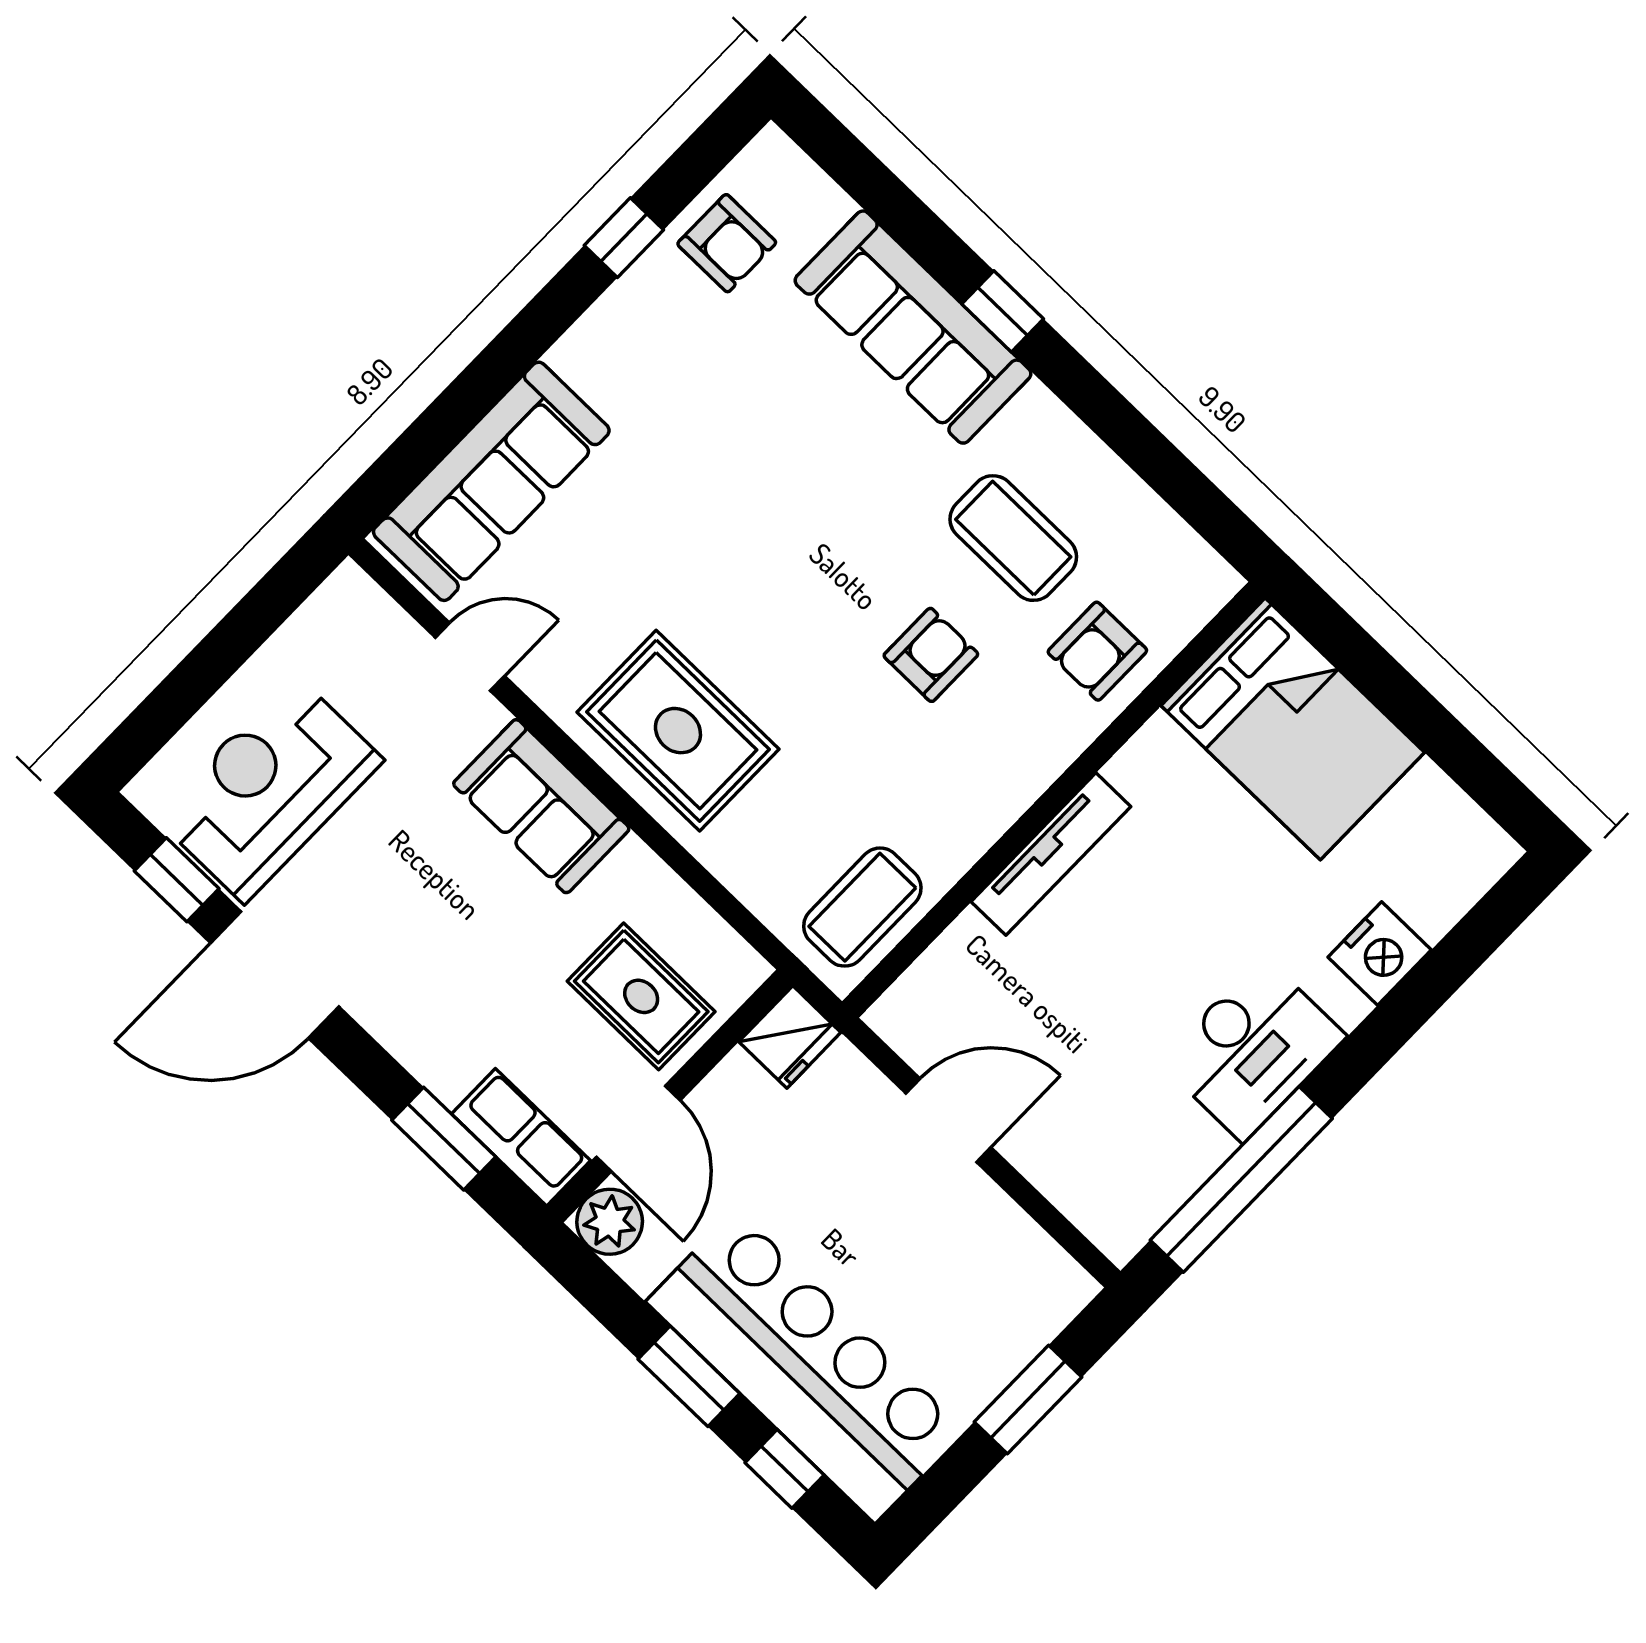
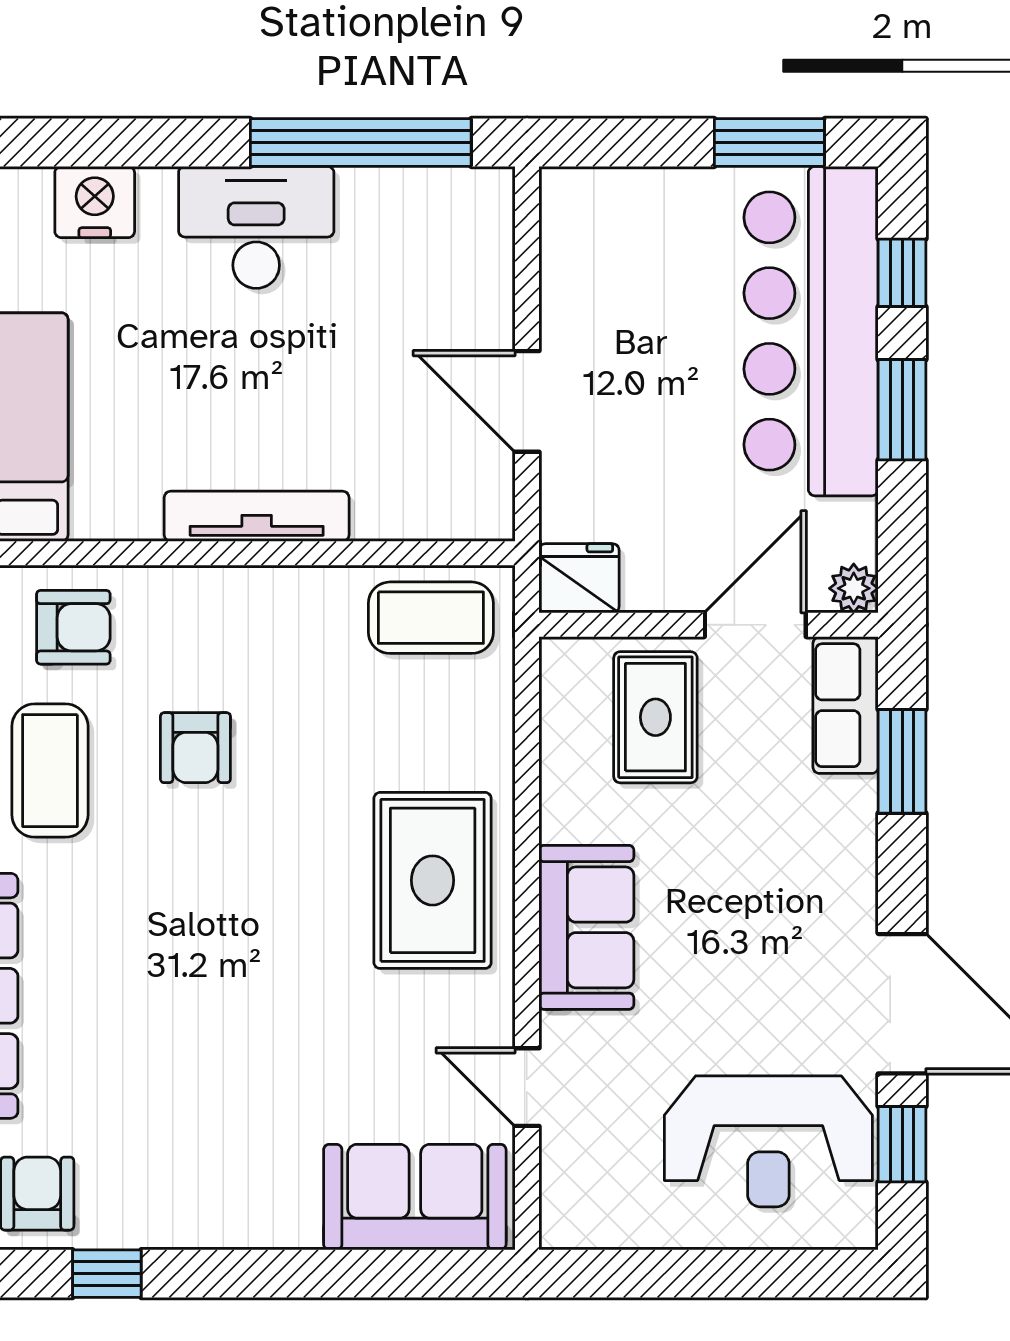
sofa: (491, 481) -> (415, 1197), width x0.73
armchair: (931, 655) -> (195, 748), turned -90
plant: (610, 1222) -> (854, 588), width x0.73, depth x0.73
window: (1028, 1399) -> (769, 142), moved

